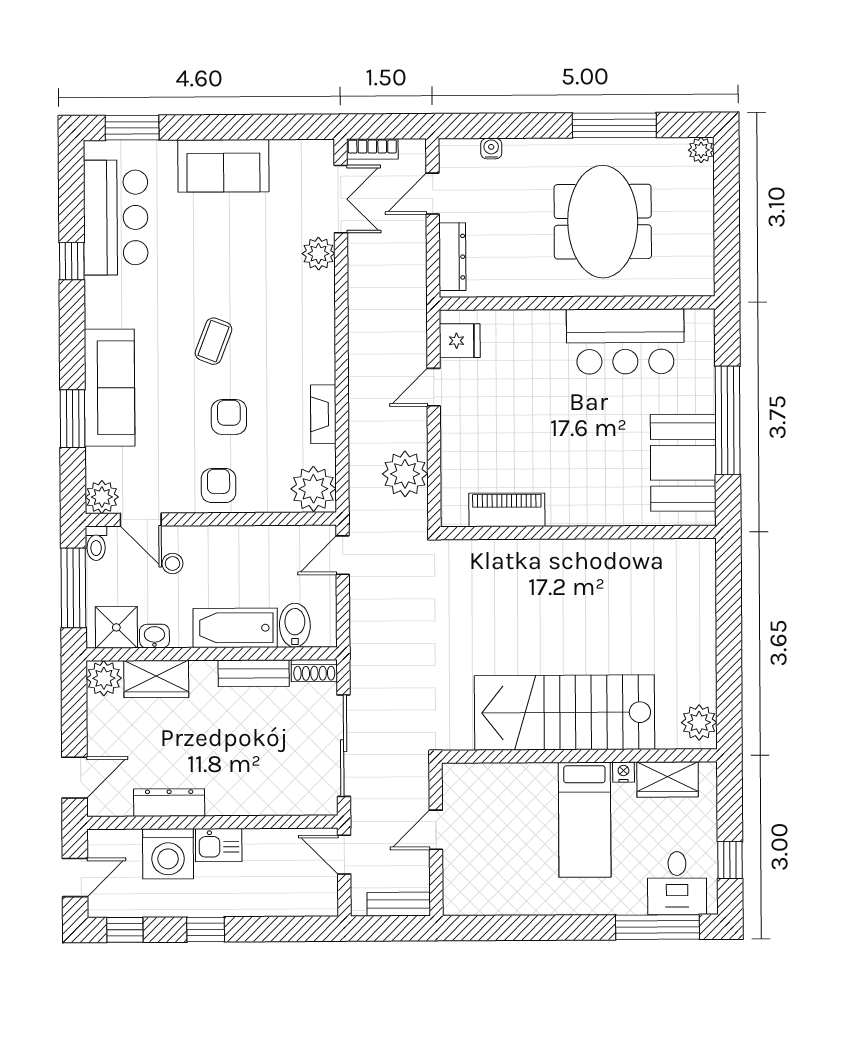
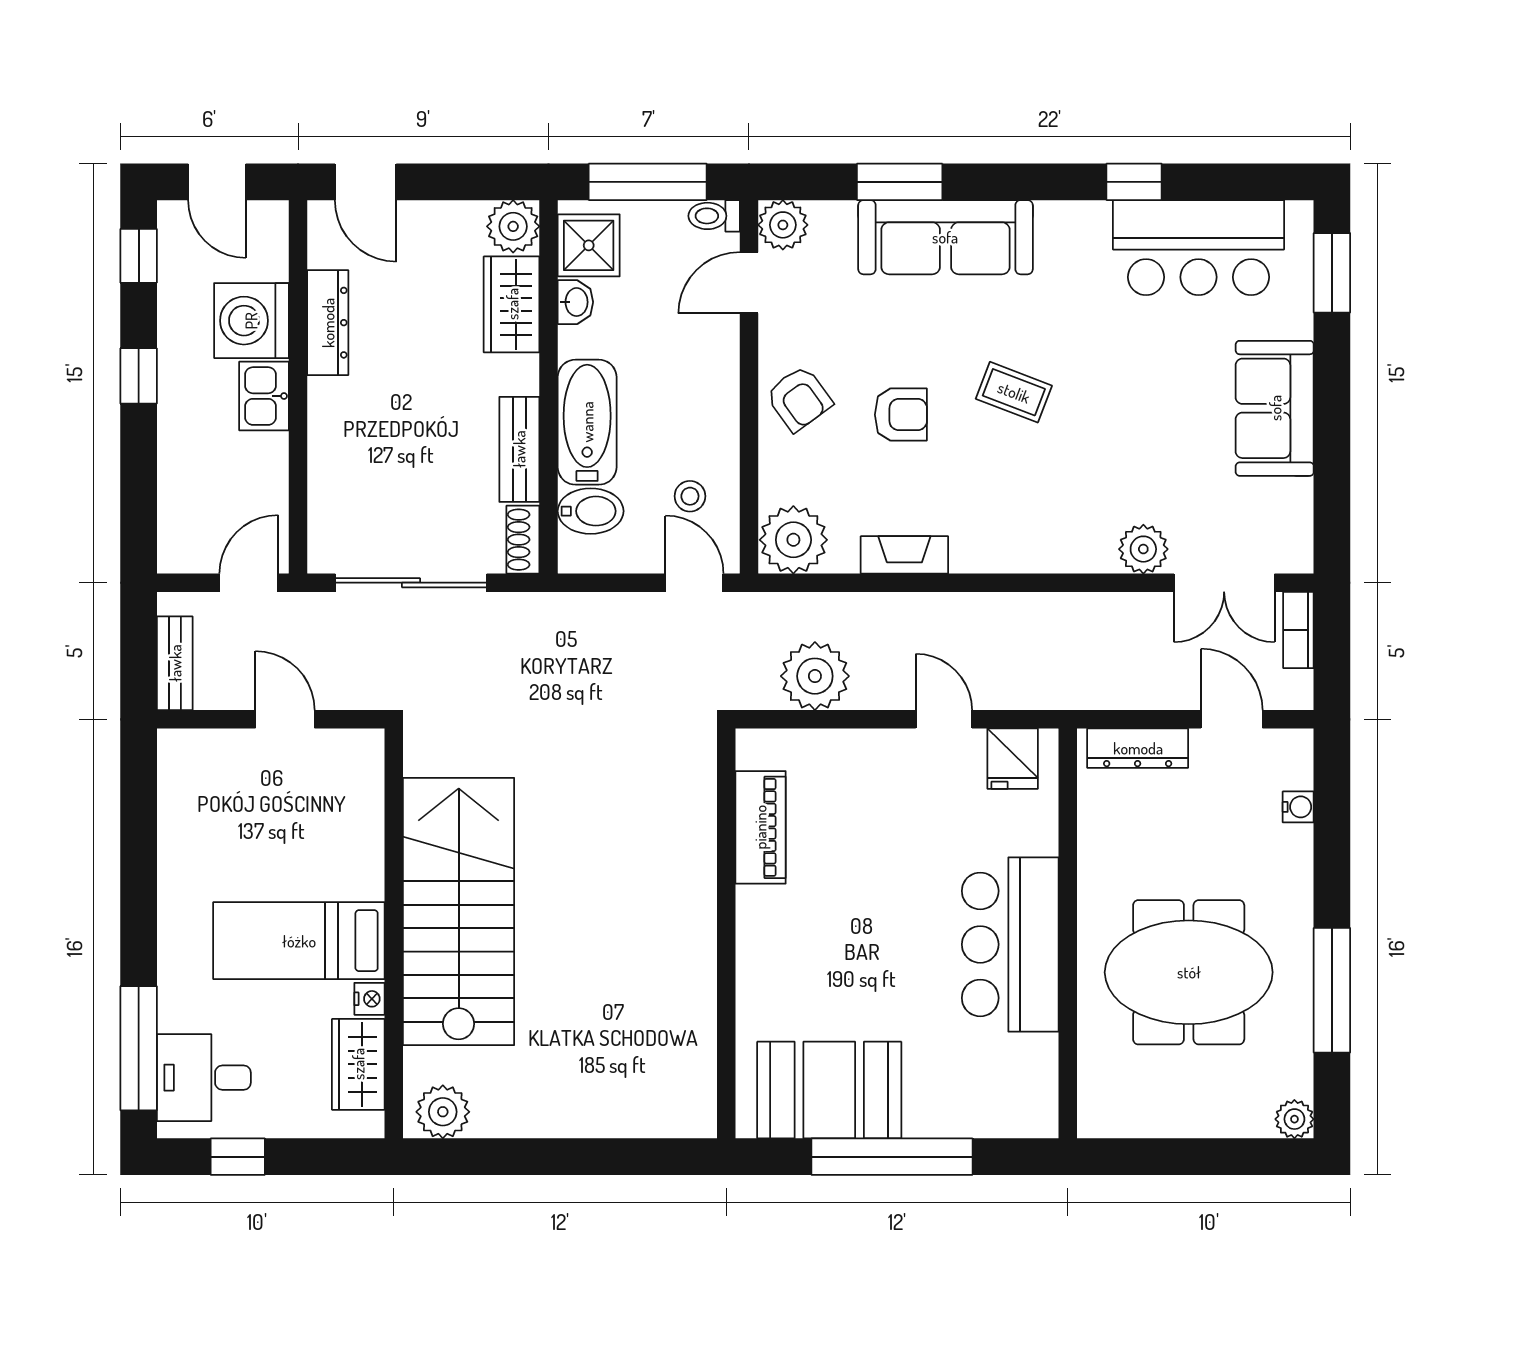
bar counter: (625, 341) -> (1010, 944), moved
armchair: (219, 486) -> (799, 399), turned 54
stool: (172, 563) -> (690, 496), moved

